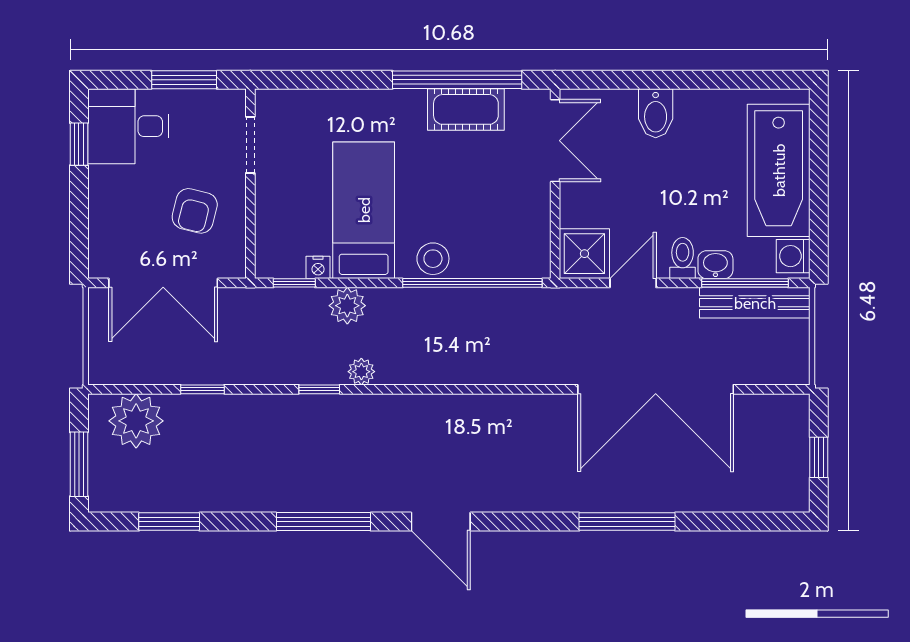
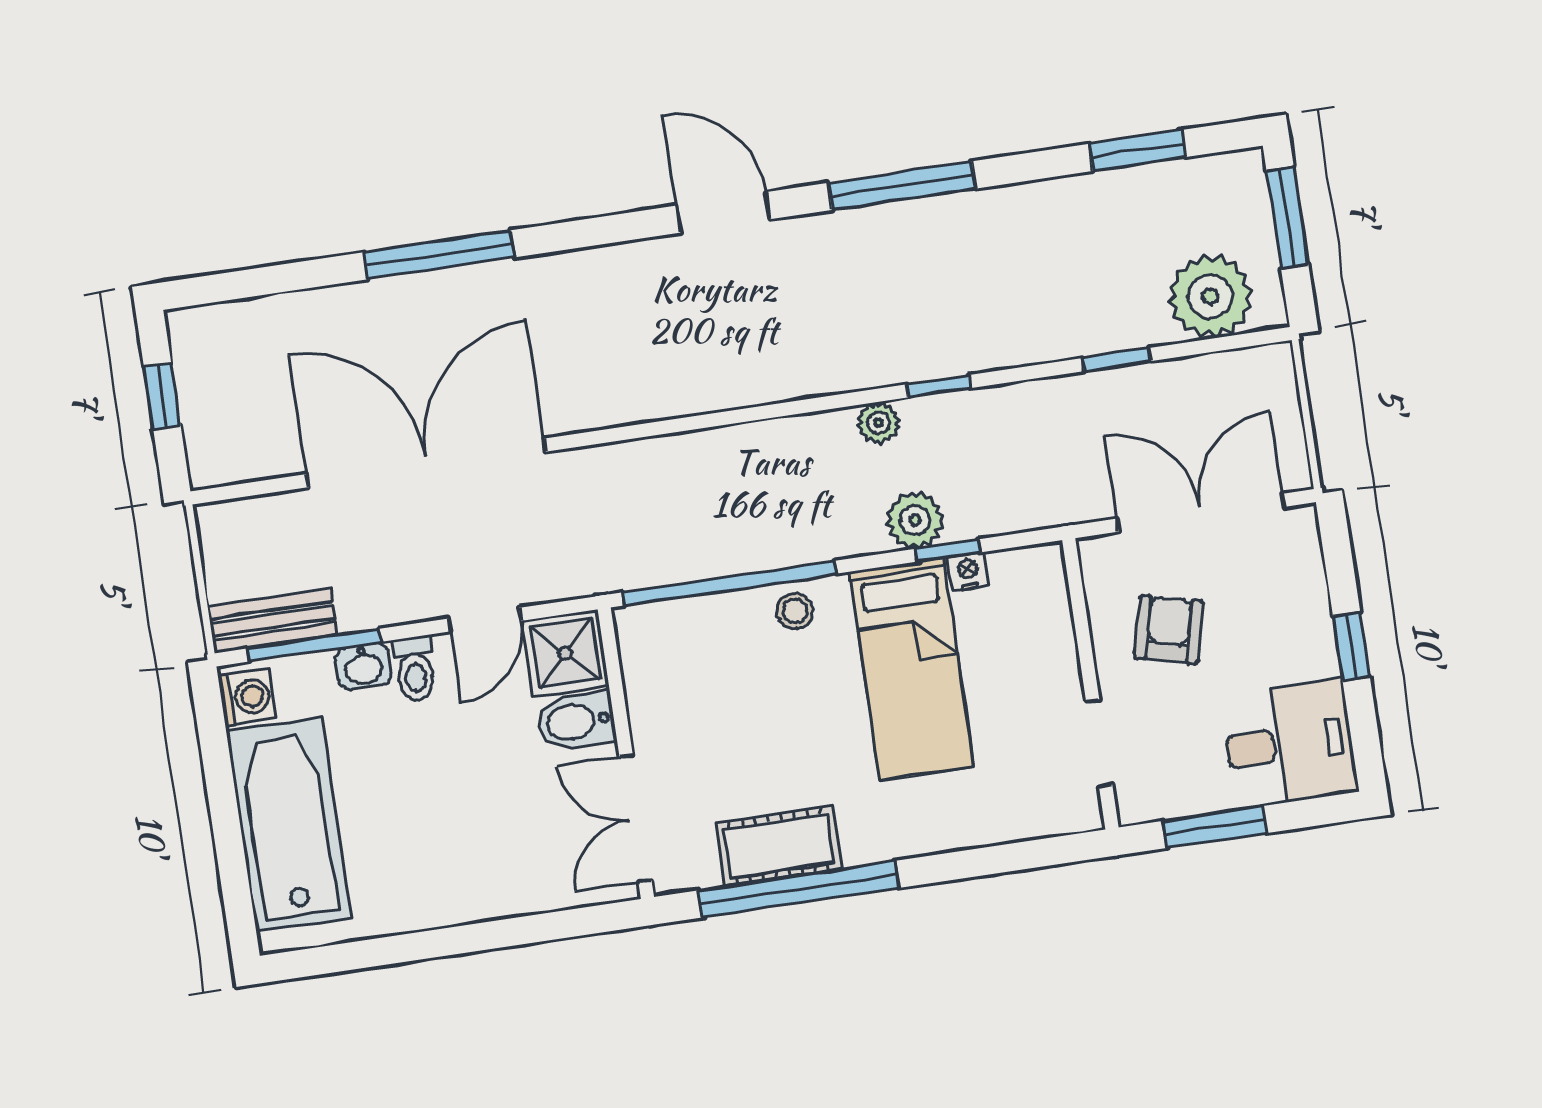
bidet: (656, 113) -> (576, 721), moved, turned -90
window: (79, 144) -> (1351, 646), moved
stool: (433, 259) -> (795, 611), width x0.73, depth x0.73
window: (294, 283) -> (948, 551), moved
bench: (755, 303) -> (272, 621), width x0.73

